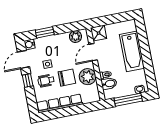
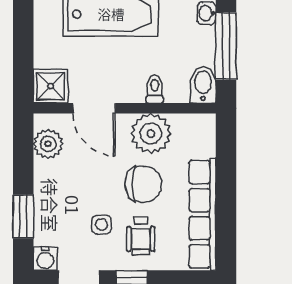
chair: (67, 78) -> (143, 184), turned 90
bidet: (109, 84) -> (203, 85), moved

